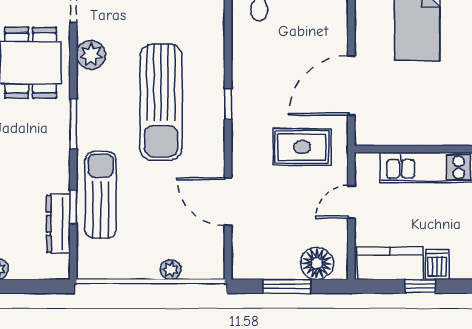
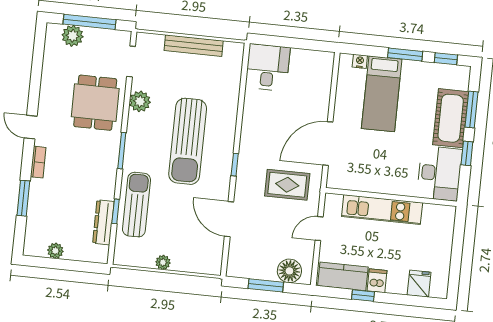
window: (228, 104) -> (235, 165), moved
plant: (171, 270) -> (163, 262), moved

